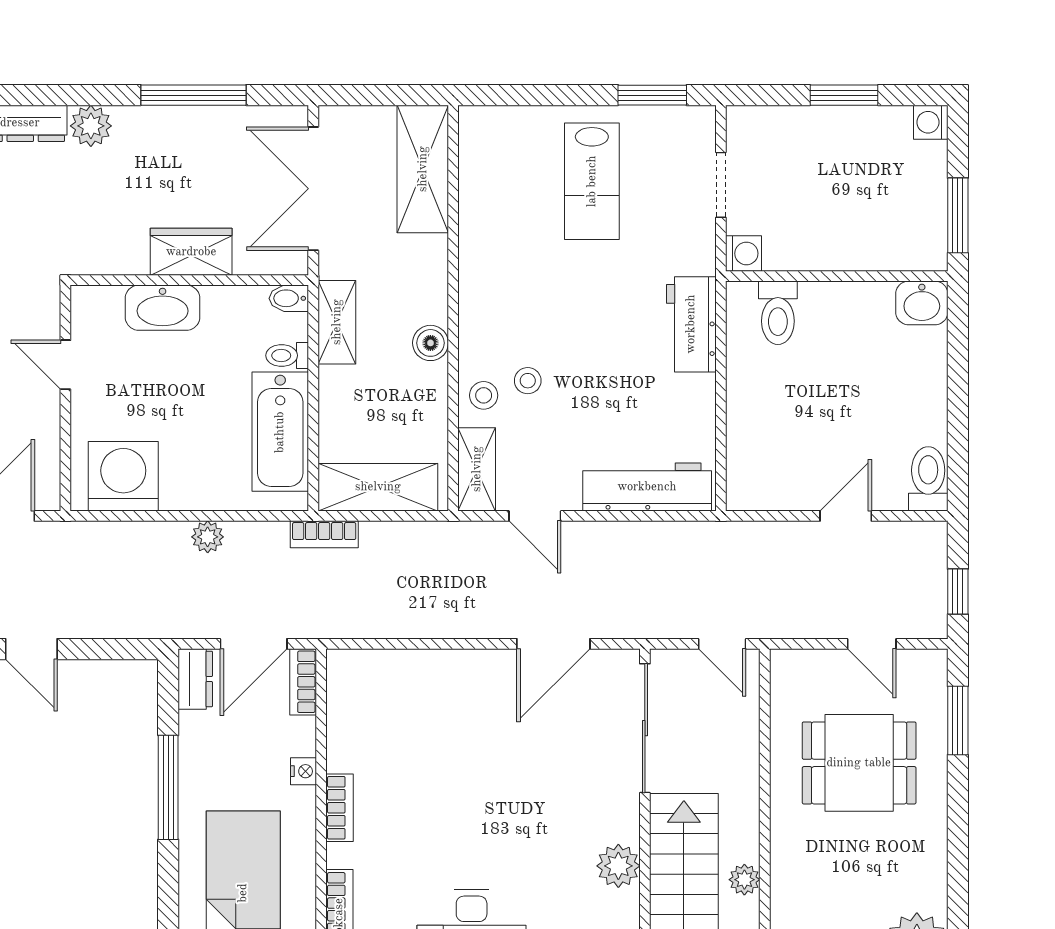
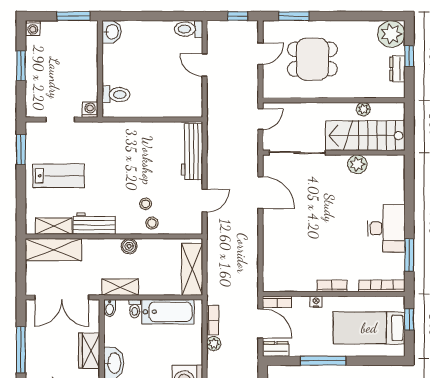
workbench: (691, 324) -> (94, 223), moved, turned 180
shelving: (477, 469) -> (54, 226), moved
bookcase: (324, 534) -> (213, 320), moved
dining table: (859, 763) -> (312, 59), turned 90

